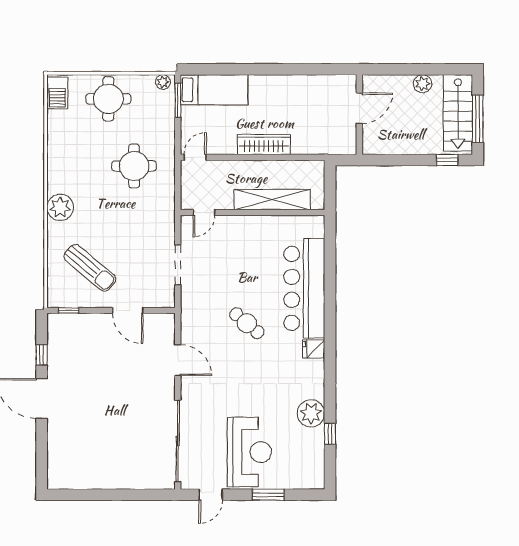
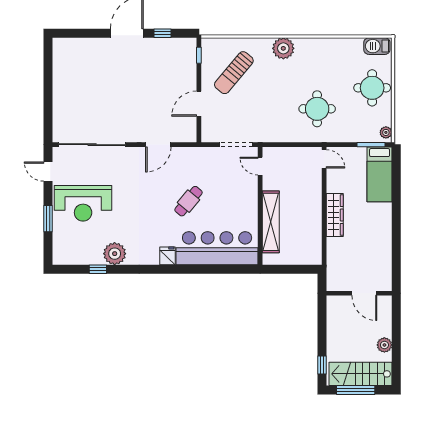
shelving: (272, 200) -> (271, 222), moved
door: (204, 213) -> (260, 166), moved
wall: (253, 213) -> (260, 206), moved

